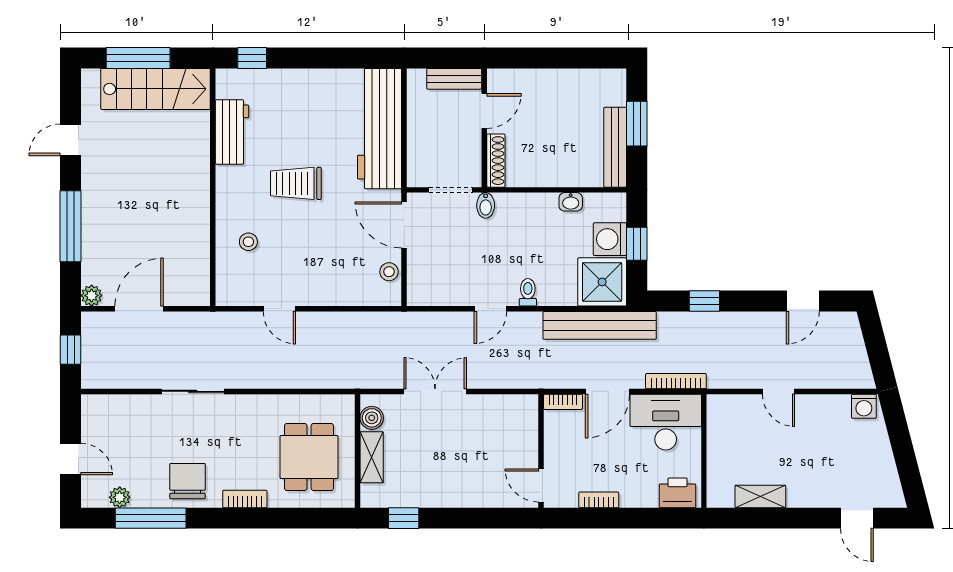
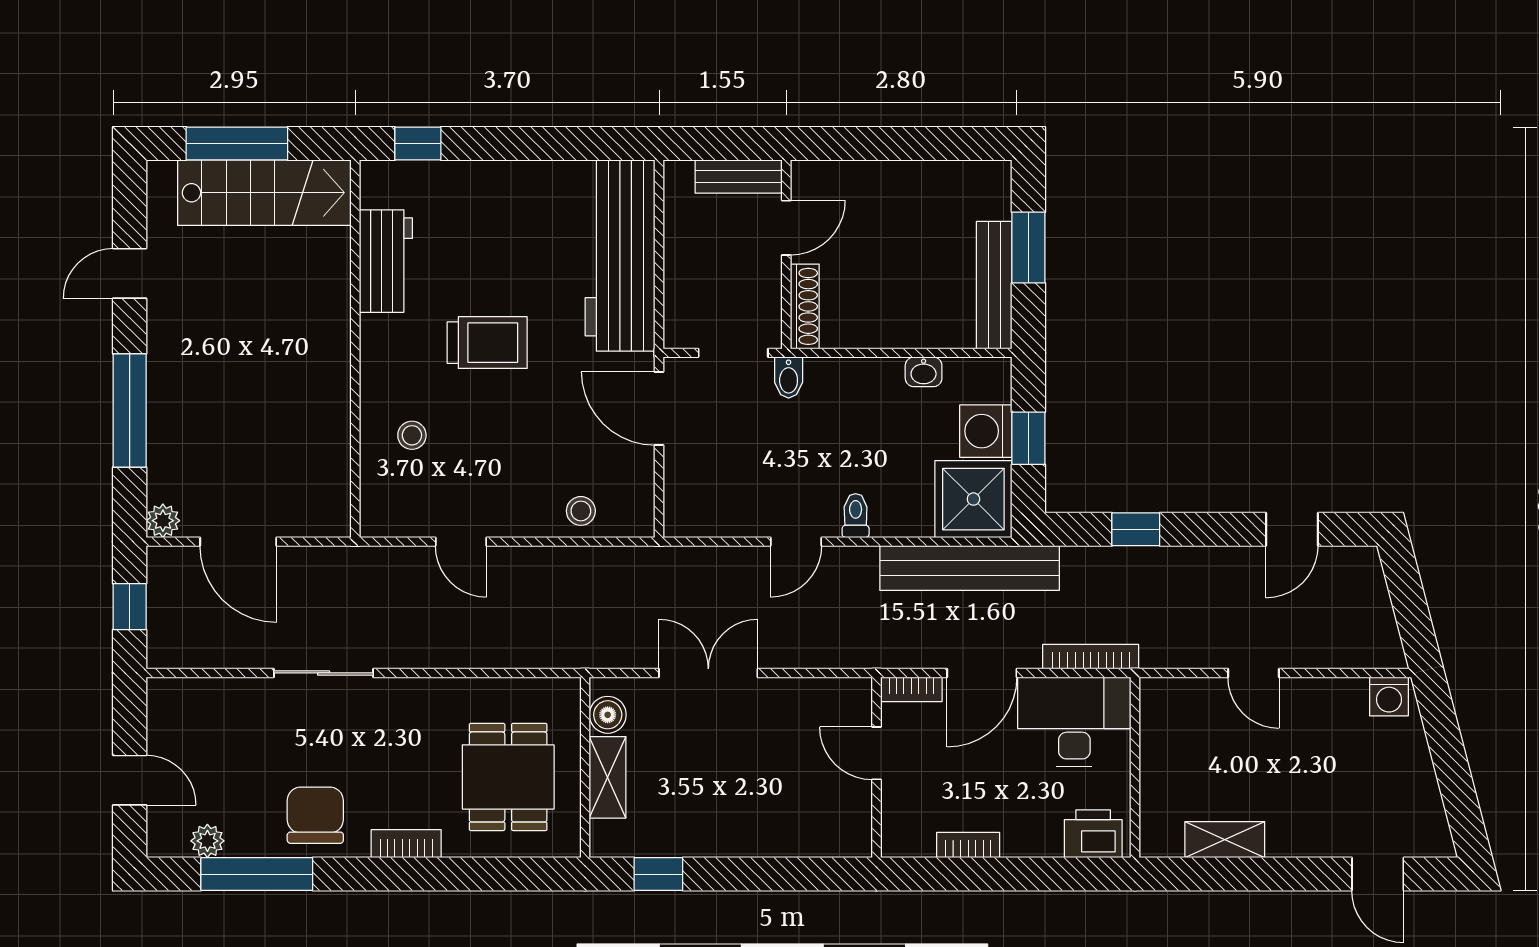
trolley: (296, 183) -> (487, 343), turned 180
stool: (389, 272) -> (581, 511), moved
door: (139, 309) -> (238, 542), swing flipped
door: (541, 485) -> (877, 753), moved

